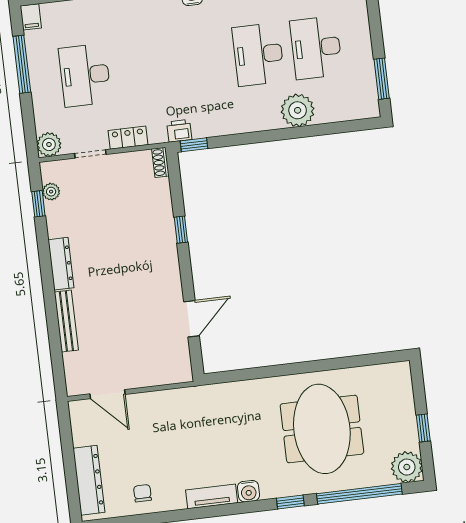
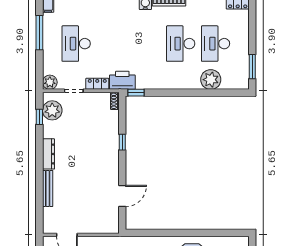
plant: (298, 110) -> (211, 80), moved
printer: (179, 131) -> (122, 80), width x1.87, depth x1.48
plant: (51, 192) -> (52, 110), width x1.87, depth x1.87

